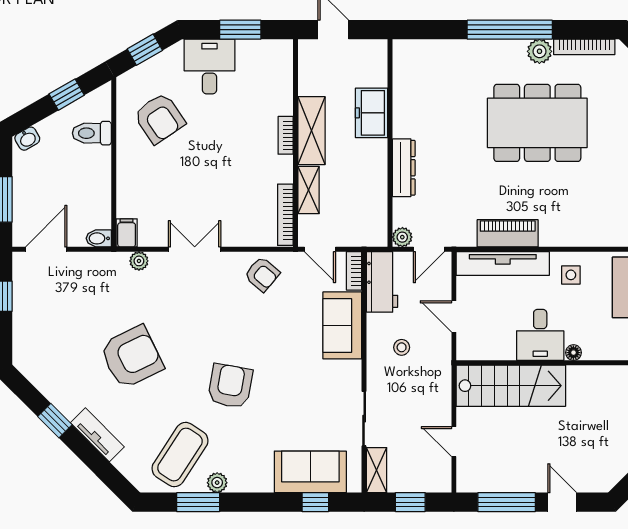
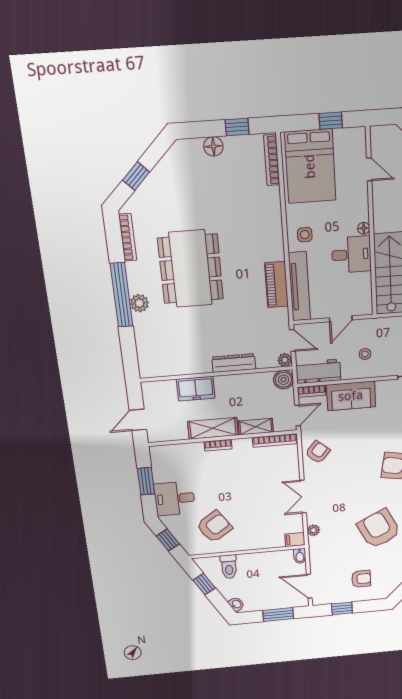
plant: (539, 51) -> (139, 303), moved
boiler: (374, 233) -> (283, 380), added
armchair: (51, 328) -> (361, 579), added

